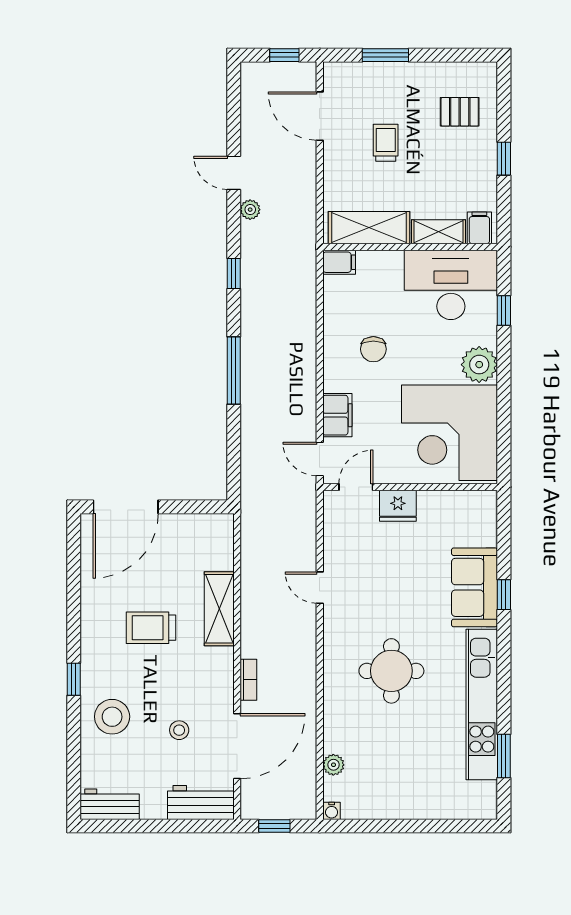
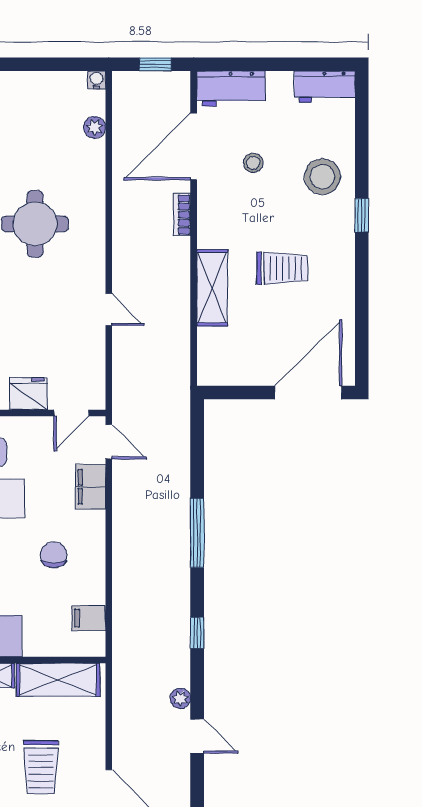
trolley: (386, 143) -> (41, 767), width x1.36, depth x1.39
filing cabinet: (339, 262) -> (89, 618), moved

